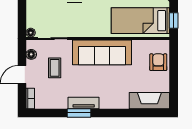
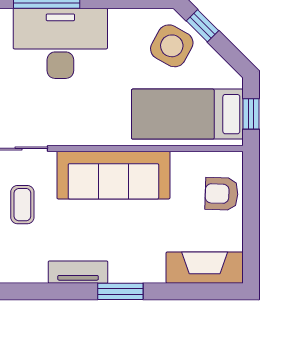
armchair: (158, 62) -> (222, 194), turned -88
window: (79, 113) -> (120, 291), moved

